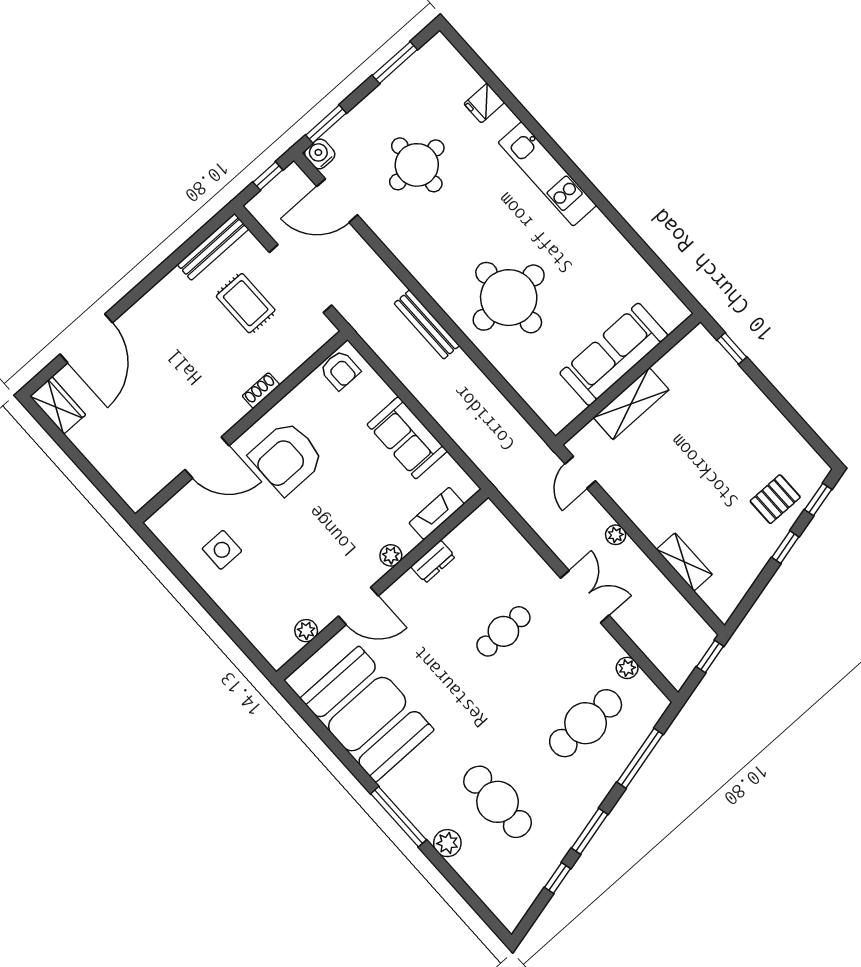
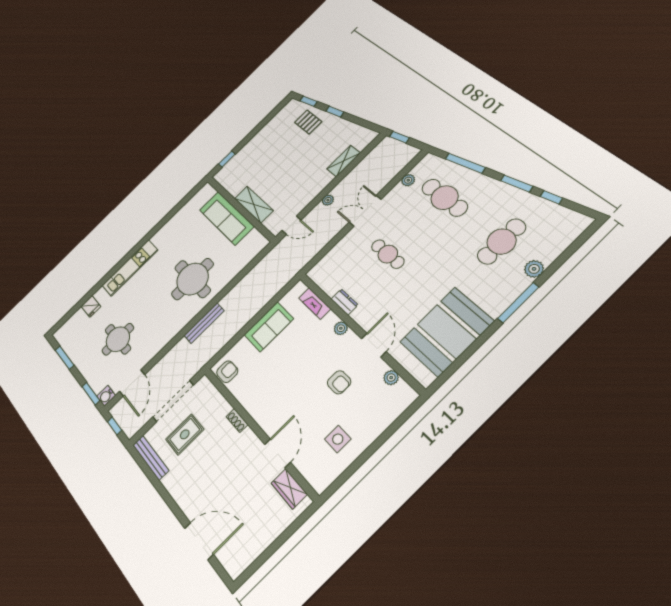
wardrobe: (58, 405) -> (289, 489), moved, turned -90
armchair: (287, 458) -> (339, 382), moved, width x0.53, depth x0.53

